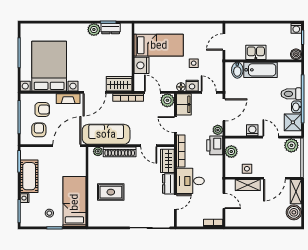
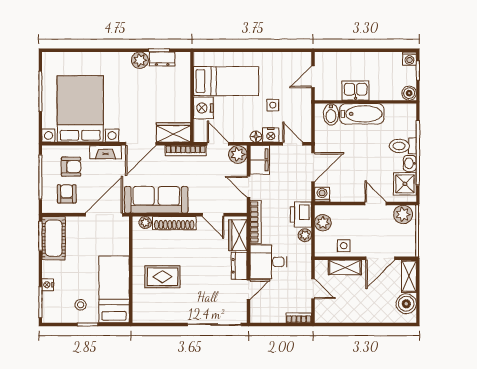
plant: (218, 130) -> (305, 235), moved
washing machine: (252, 130) -> (322, 194), moved
cot: (29, 176) -> (54, 238), moved

